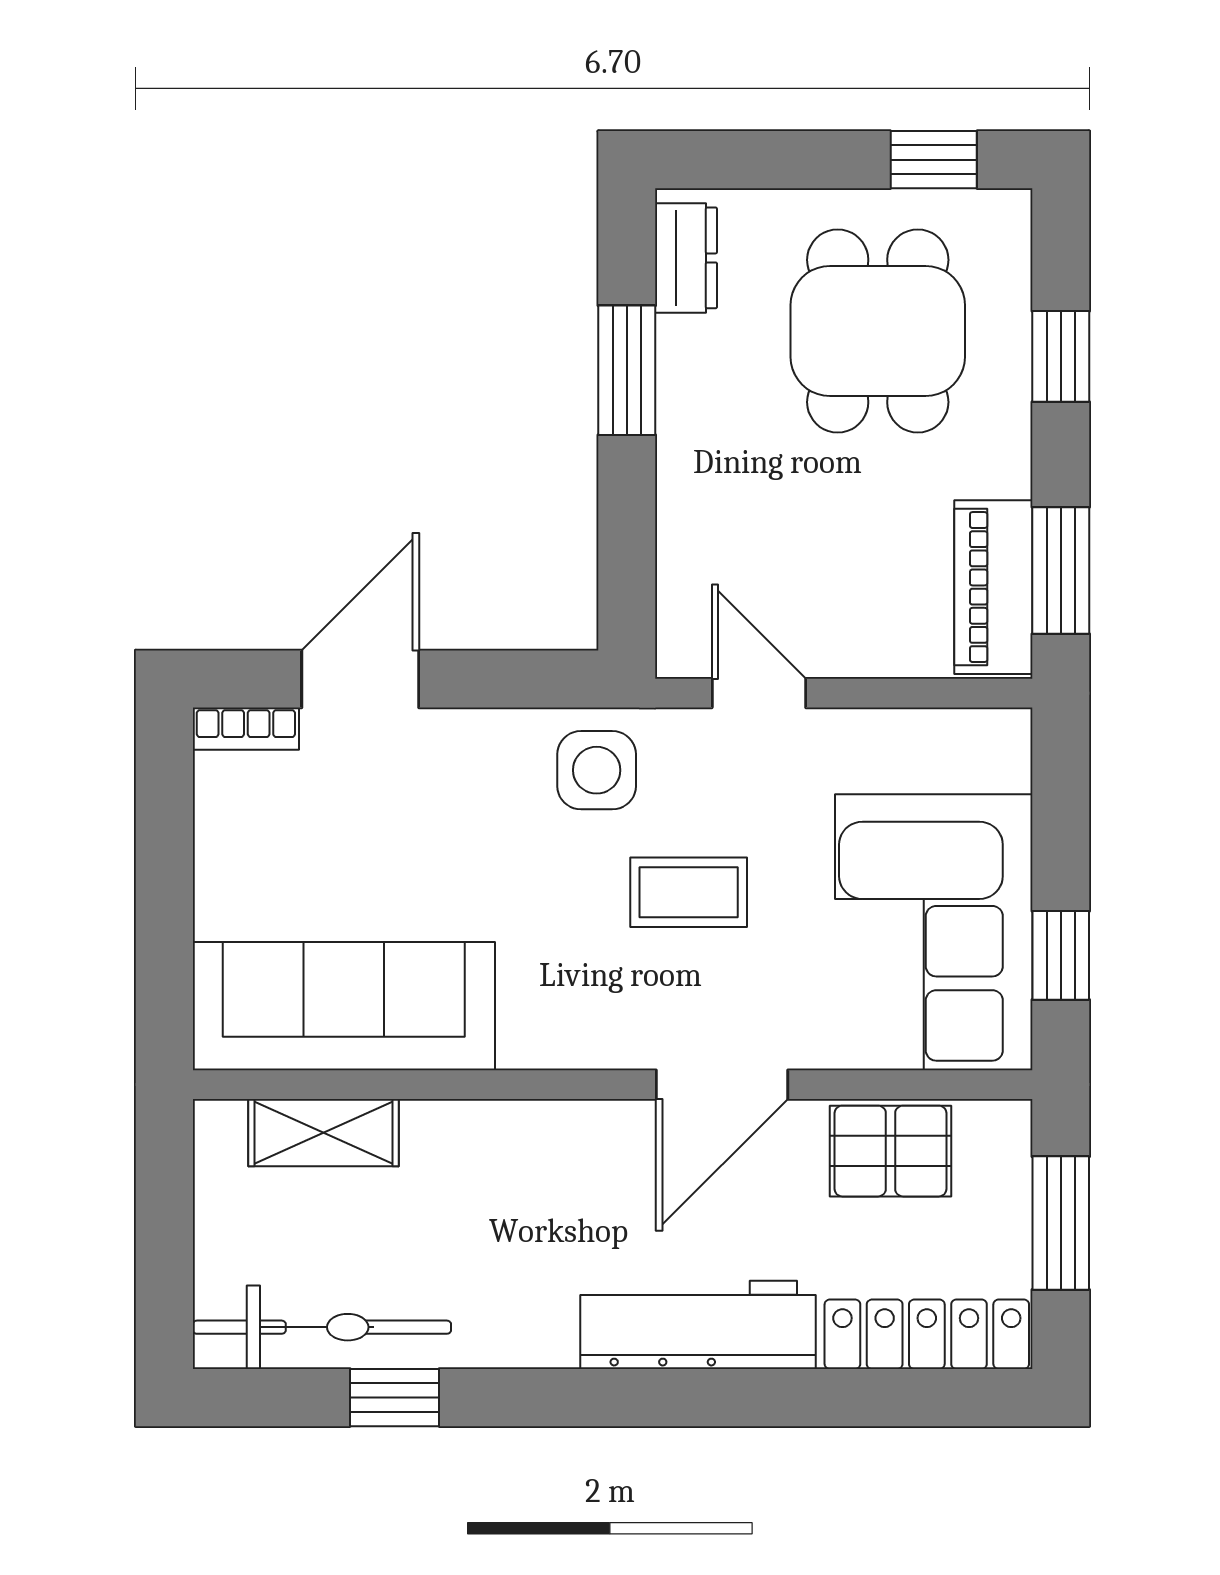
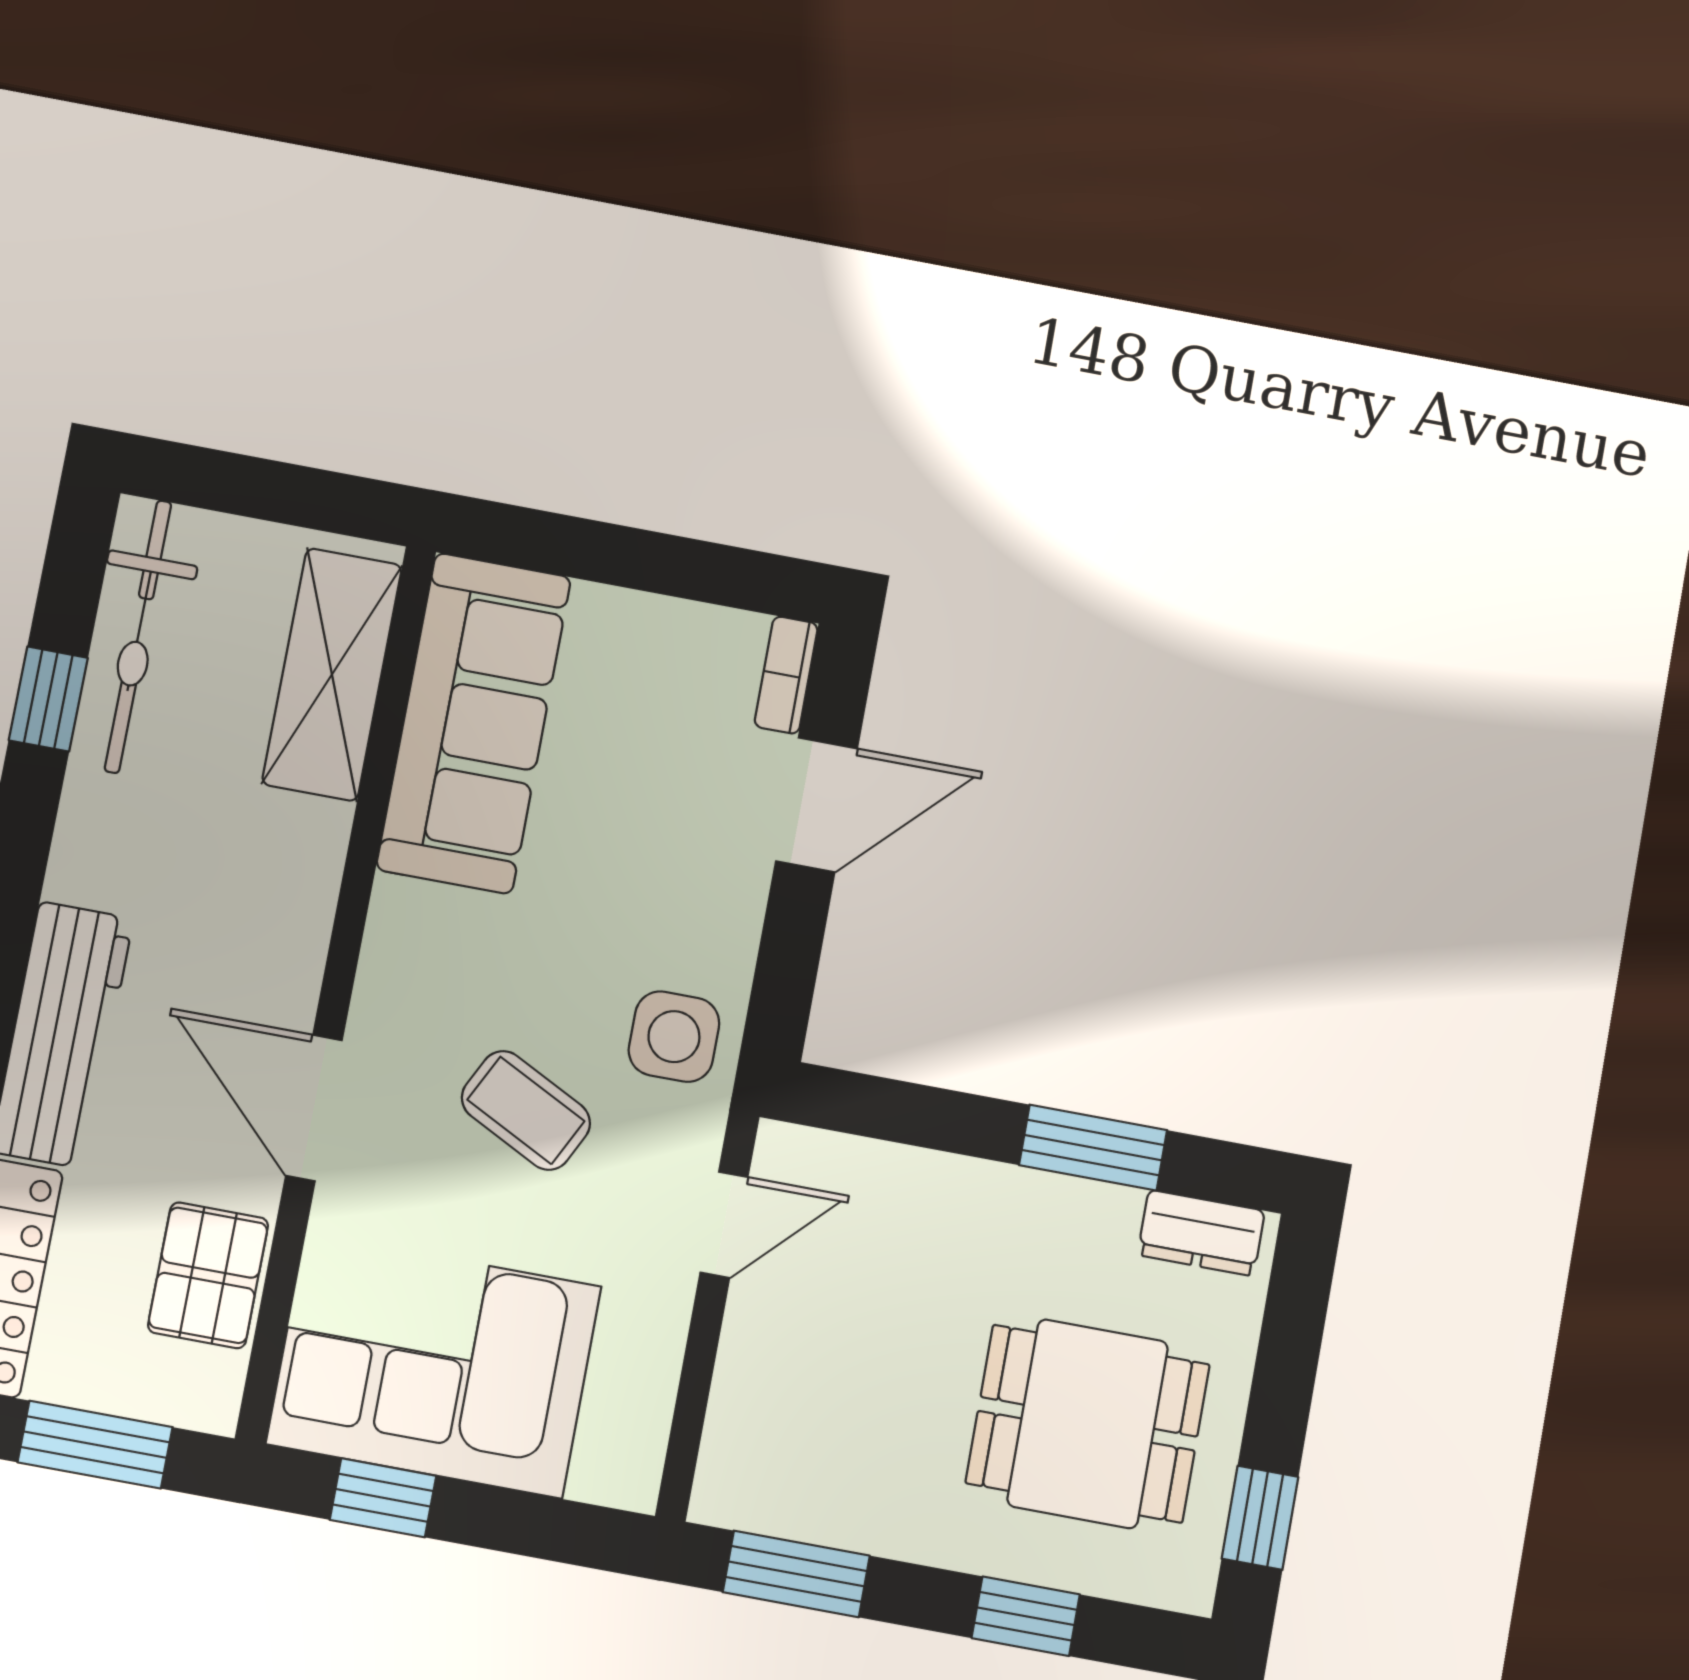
piano: (993, 587) -> (792, 1498), removed
door: (360, 679) -> (817, 805), hinge flipped
coffee table: (689, 892) -> (526, 1110), turned -63
shelving: (323, 1133) -> (332, 674), width x1.50, depth x1.33

